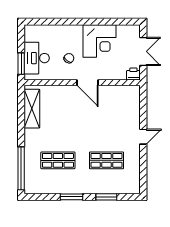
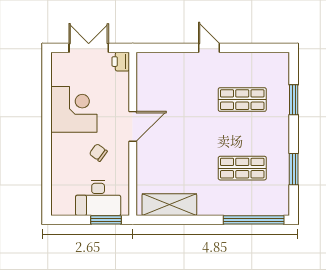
shop shelf: (58, 160) -> (242, 168), turned 90
shop shelf: (107, 160) -> (242, 100), turned 90
window: (72, 197) -> (294, 169), moved

